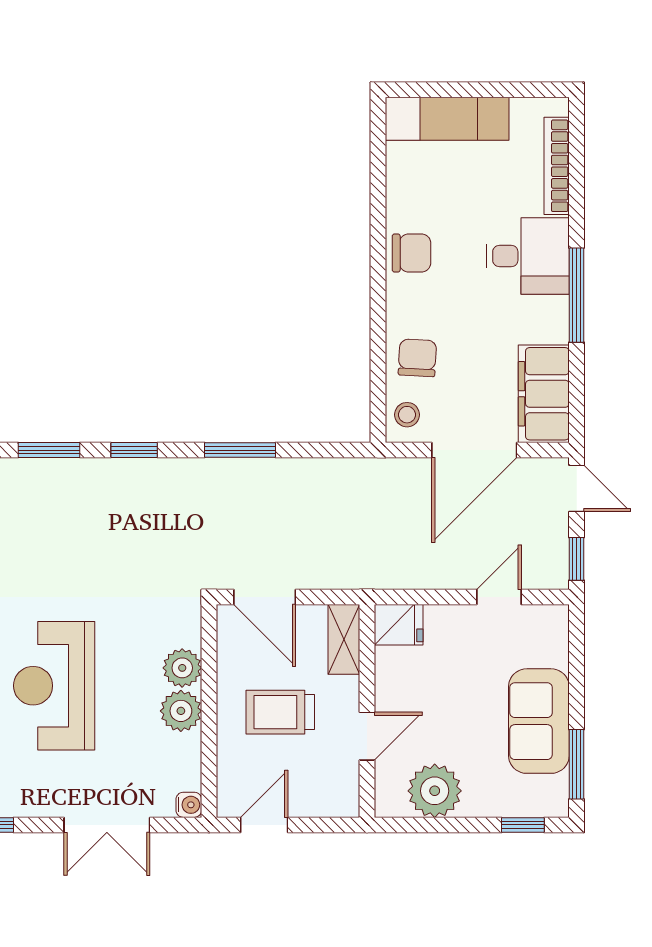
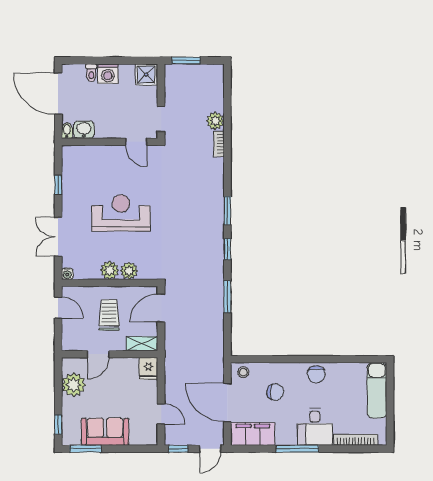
chair: (417, 358) -> (275, 392), moved
door: (367, 736) -> (98, 354), hinge flipped

